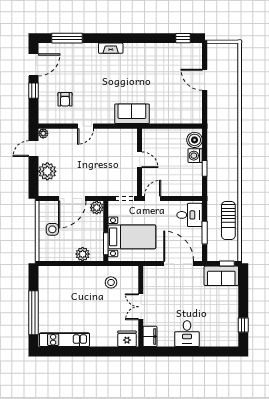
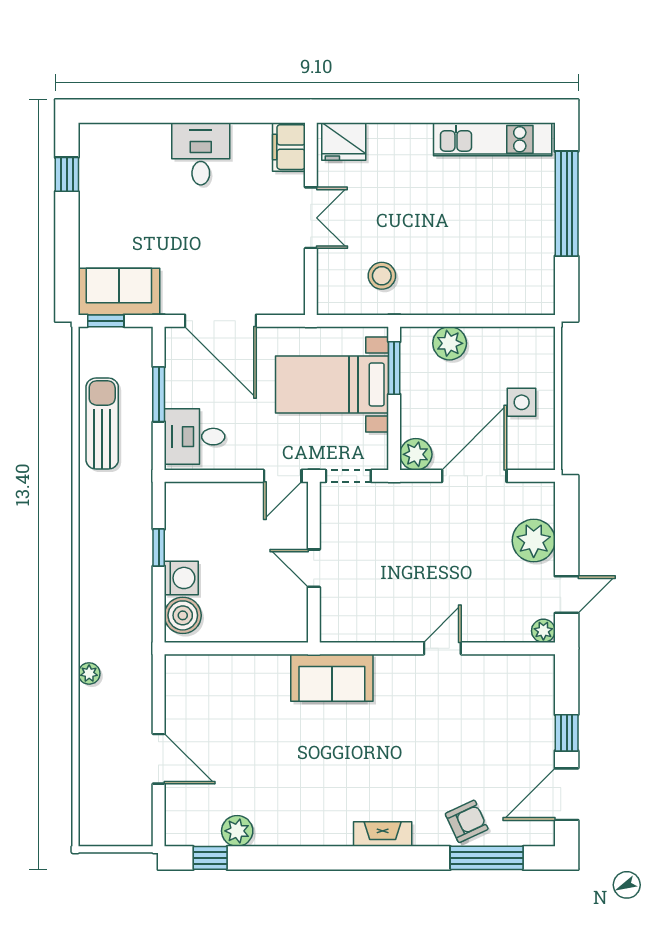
plant: (172, 49) -> (237, 831), added
armchair: (65, 99) -> (467, 821), moved, turned 65
plant: (234, 116) -> (89, 673), added

